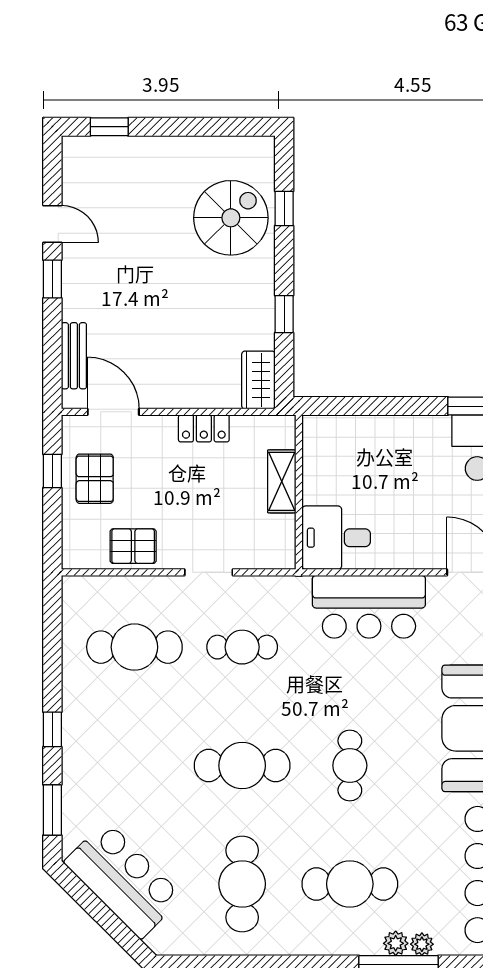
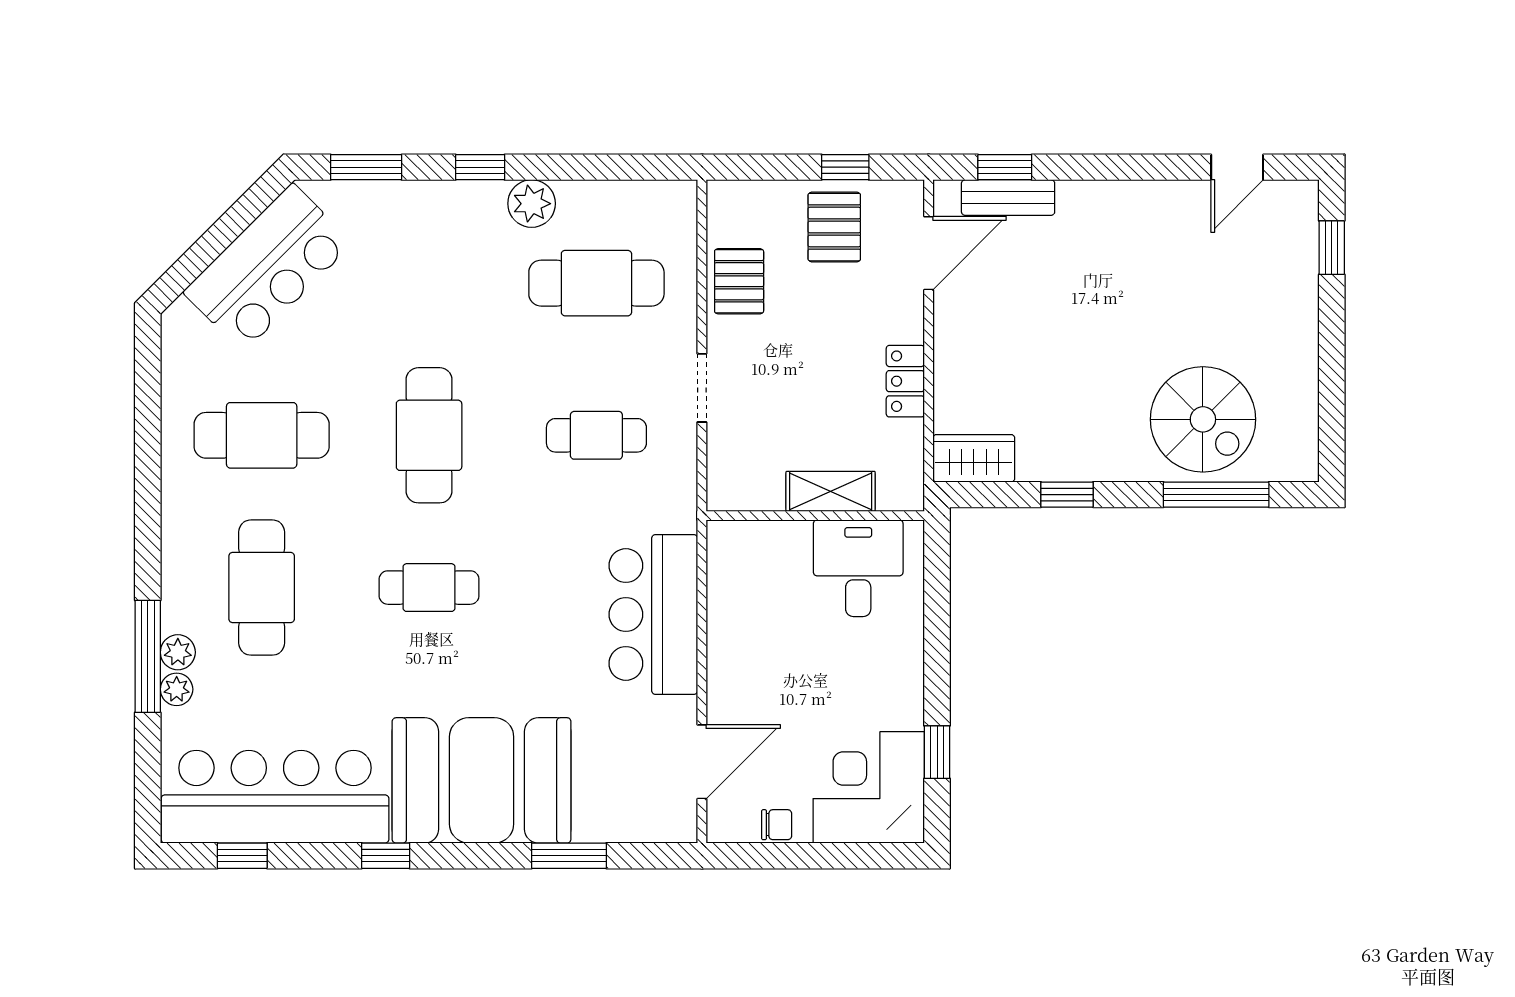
window: (284, 208) -> (1216, 495), width x2.17
door: (52, 224) -> (1237, 167), moved
window: (52, 279) -> (1005, 167), moved
pallet: (95, 479) -> (834, 227), turned 90
desk: (336, 538) -> (858, 568), moved
cafe table: (134, 647) -> (596, 283), turned 90
cafe table: (242, 647) -> (596, 435), turned 90
plant: (78, 693) -> (532, 204), added

